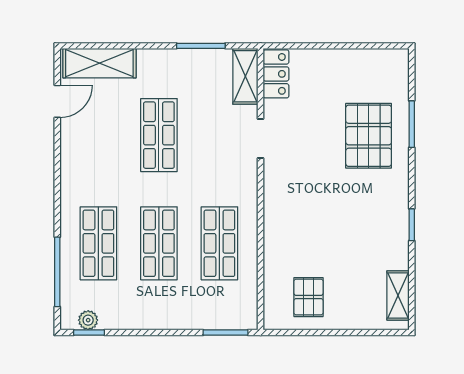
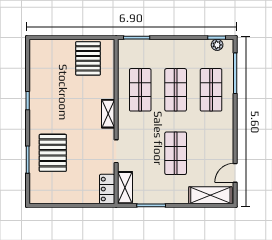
shelving: (398, 295) -> (108, 114), moved
pallet: (309, 297) -> (88, 58), width x1.50, depth x1.42

